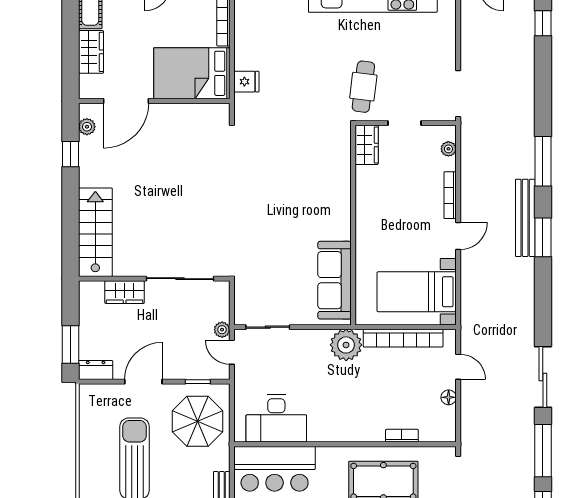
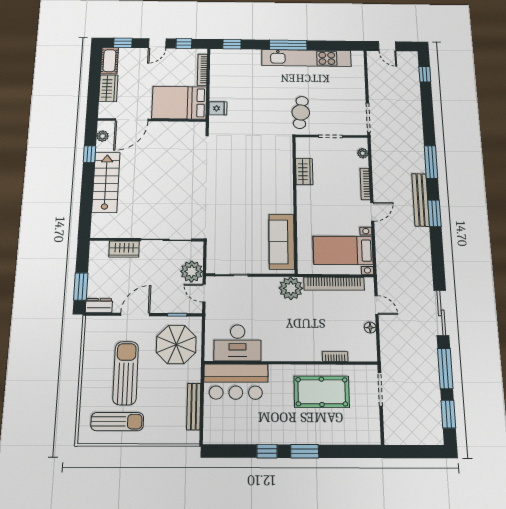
wardrobe: (367, 145) -> (304, 172), moved
stairs: (95, 232) -> (106, 182), moved
plant: (222, 330) -> (192, 271), width x1.88, depth x1.88

